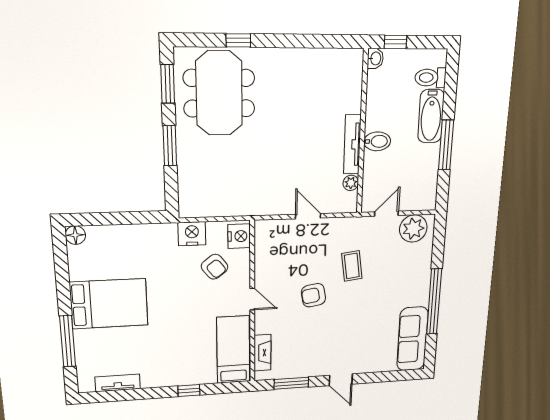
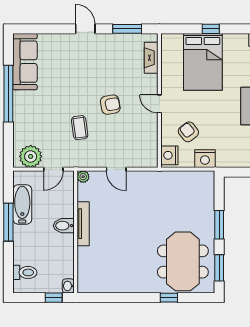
bathtub: (431, 116) -> (22, 204), moved
plant: (351, 183) -> (83, 177), moved
bed: (233, 350) -> (203, 62), moved, width x1.50

